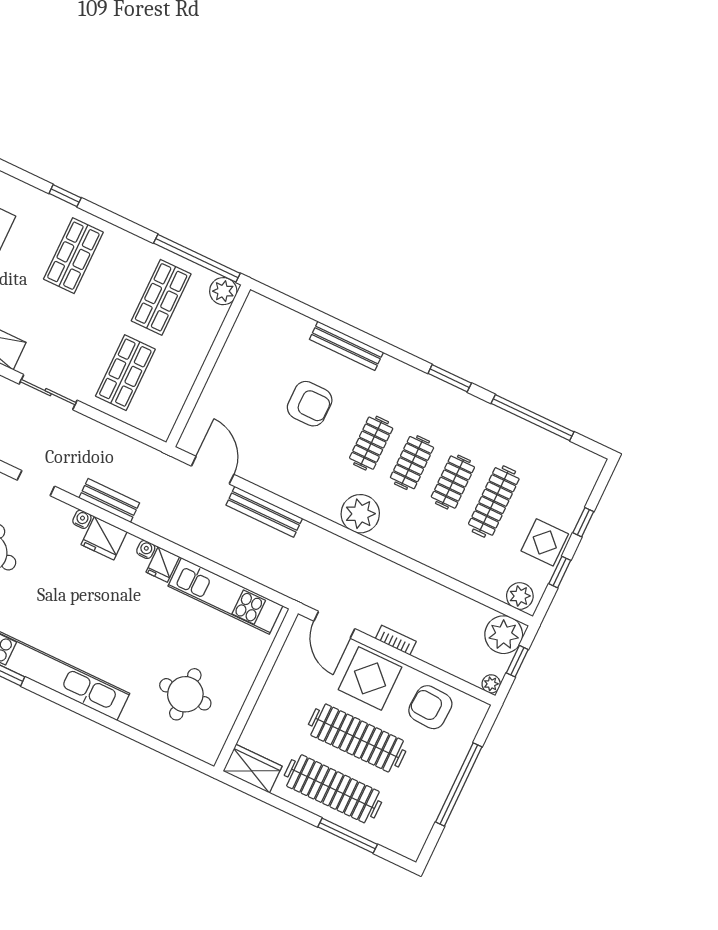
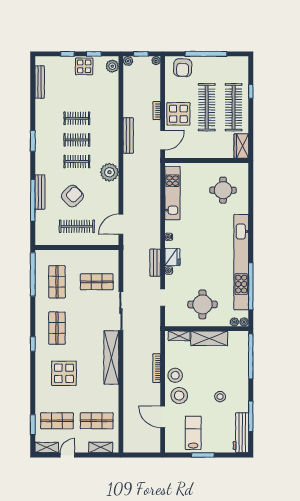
shop shelf: (73, 256) -> (57, 328), turned 90
plant: (223, 291) -> (42, 256), removed
shop shelf: (161, 297) -> (57, 282), turned 90
sliding door: (48, 392) -> (121, 311), width x1.37
armchair: (310, 404) -> (72, 196), turned 46
window: (533, 418) -> (33, 200), moved
bench: (555, 444) -> (40, 82), added
clothes rail: (494, 501) -> (77, 226), moved
bench: (264, 512) -> (128, 136), moved
plant: (360, 514) -> (109, 172), moved
fridge: (163, 564) -> (172, 226), removed
plant: (504, 635) -> (128, 61), width x0.53, depth x0.53
armchair: (430, 707) -> (183, 68), moved
window: (348, 836) -> (251, 91), width x0.46

